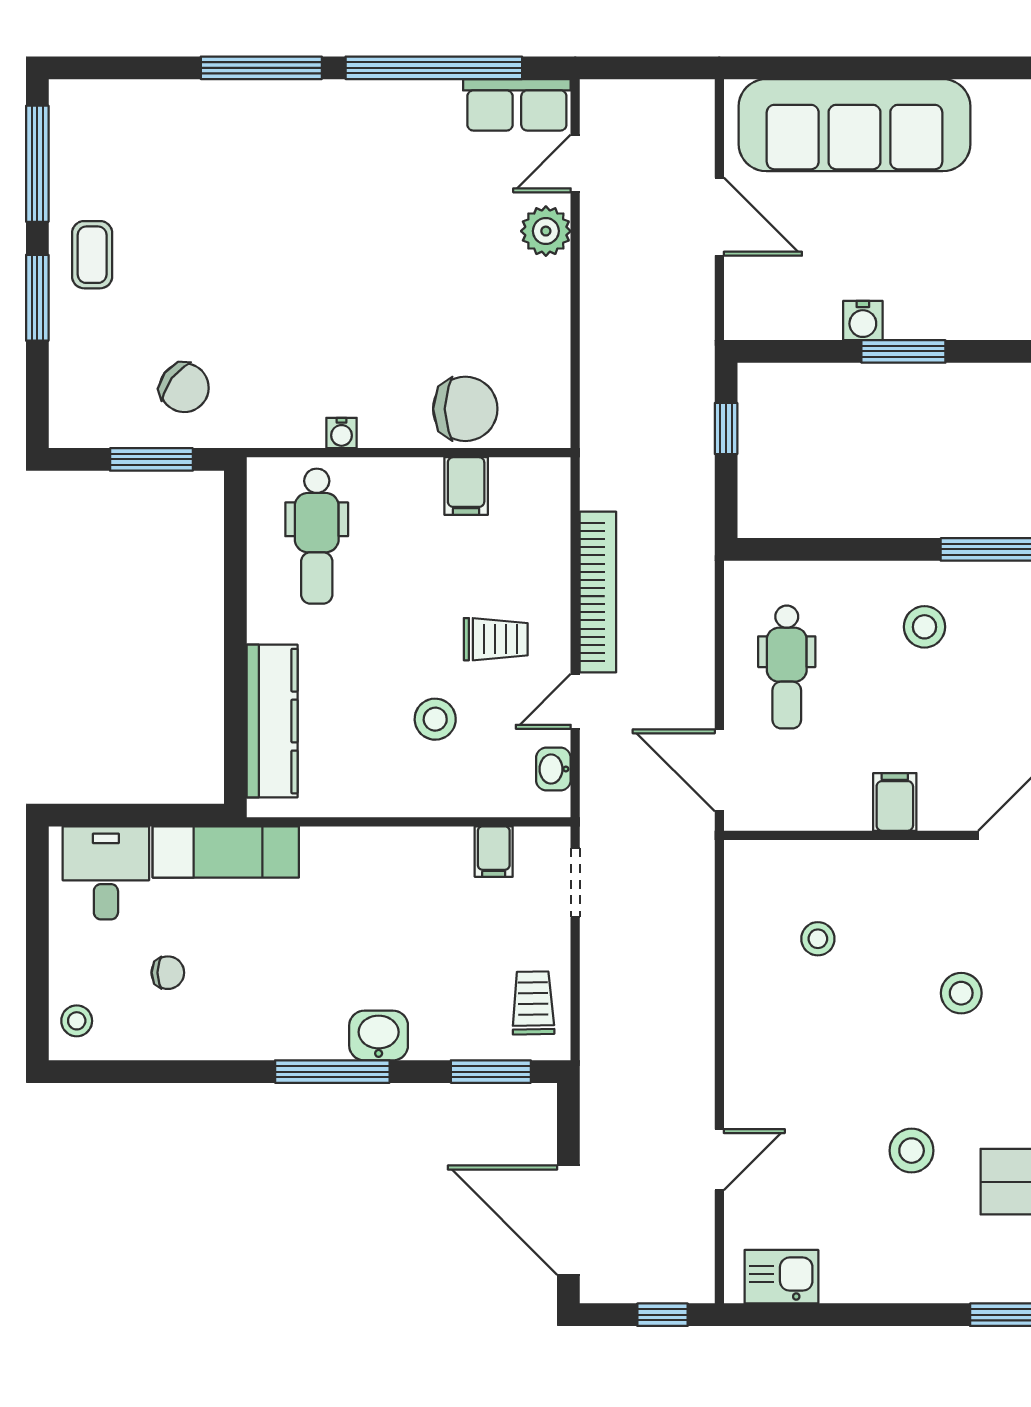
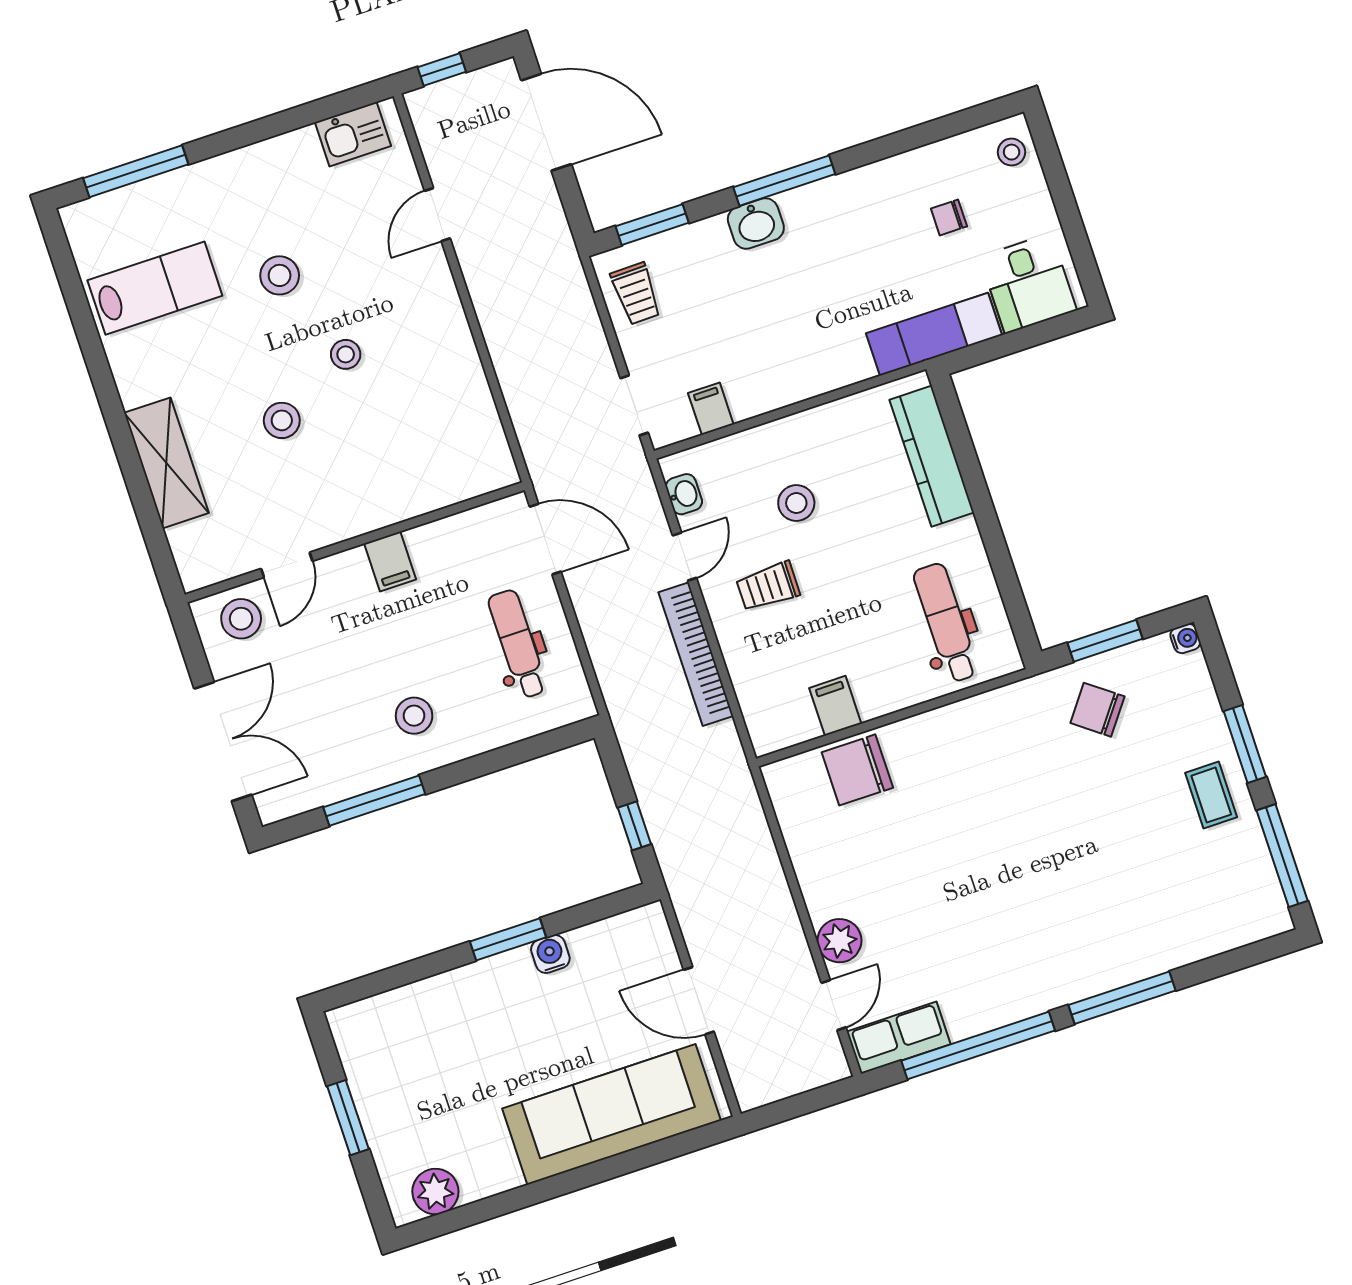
water cooler: (342, 433) -> (1185, 639), moved, turned 90
stool: (818, 939) -> (346, 354), moved

